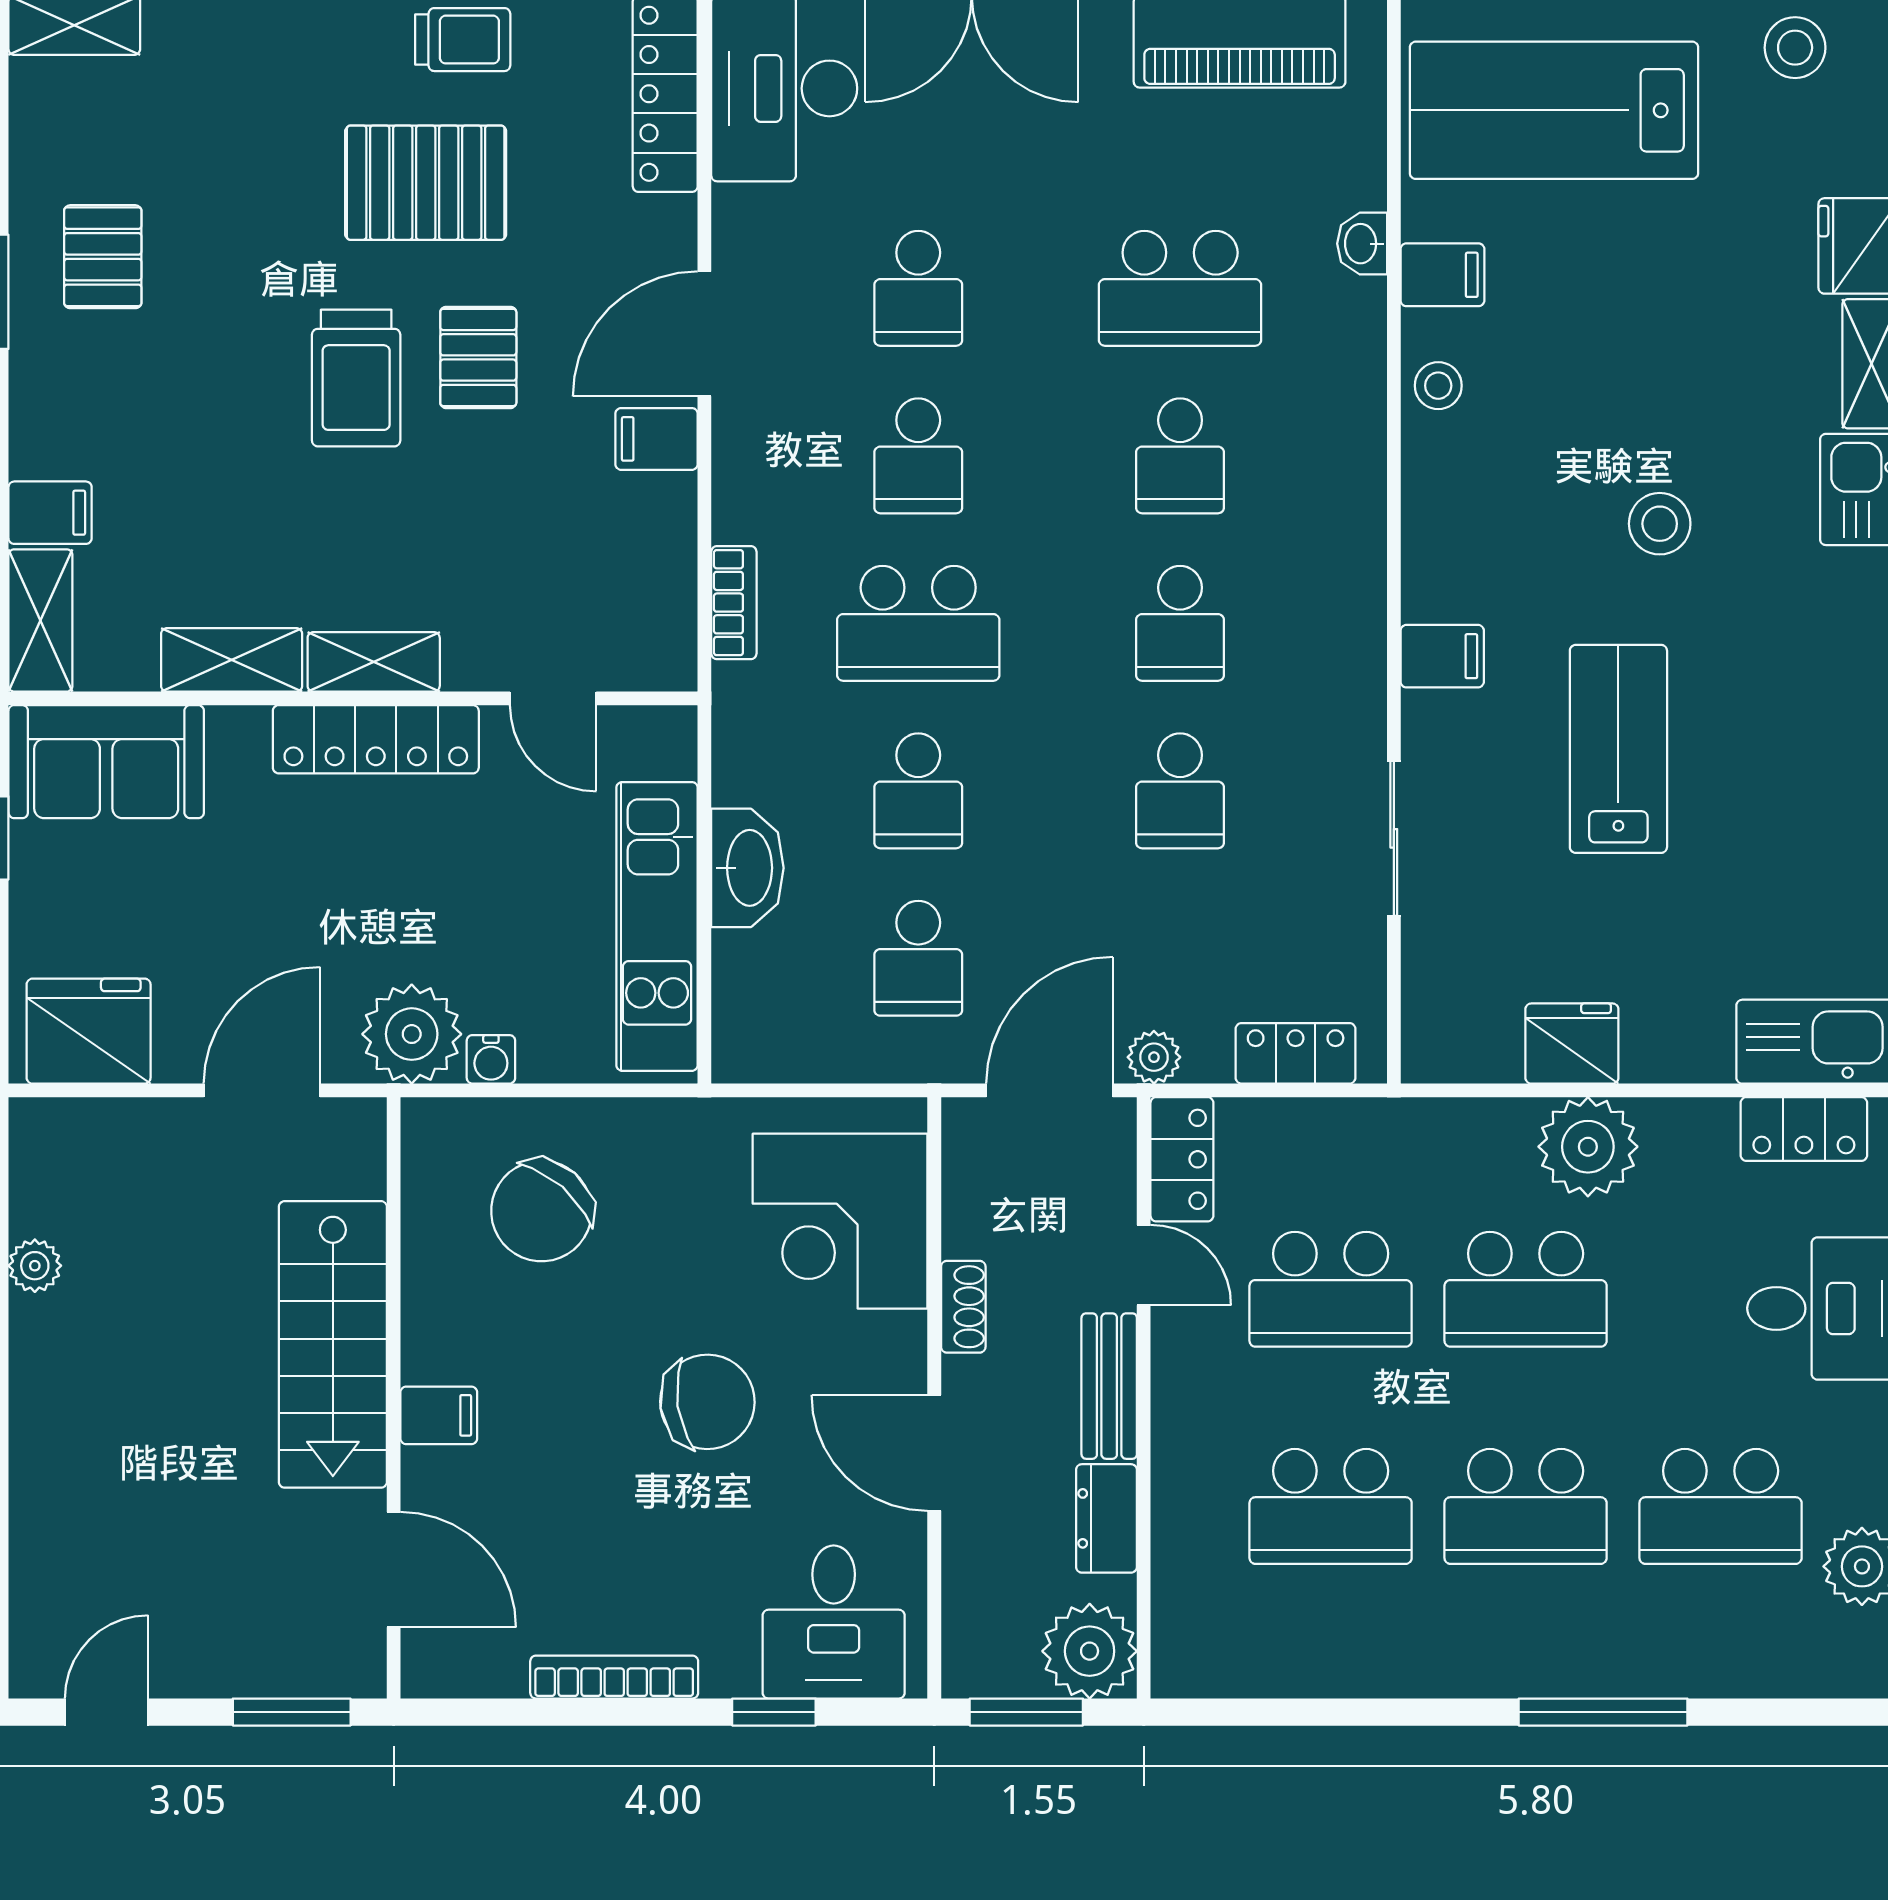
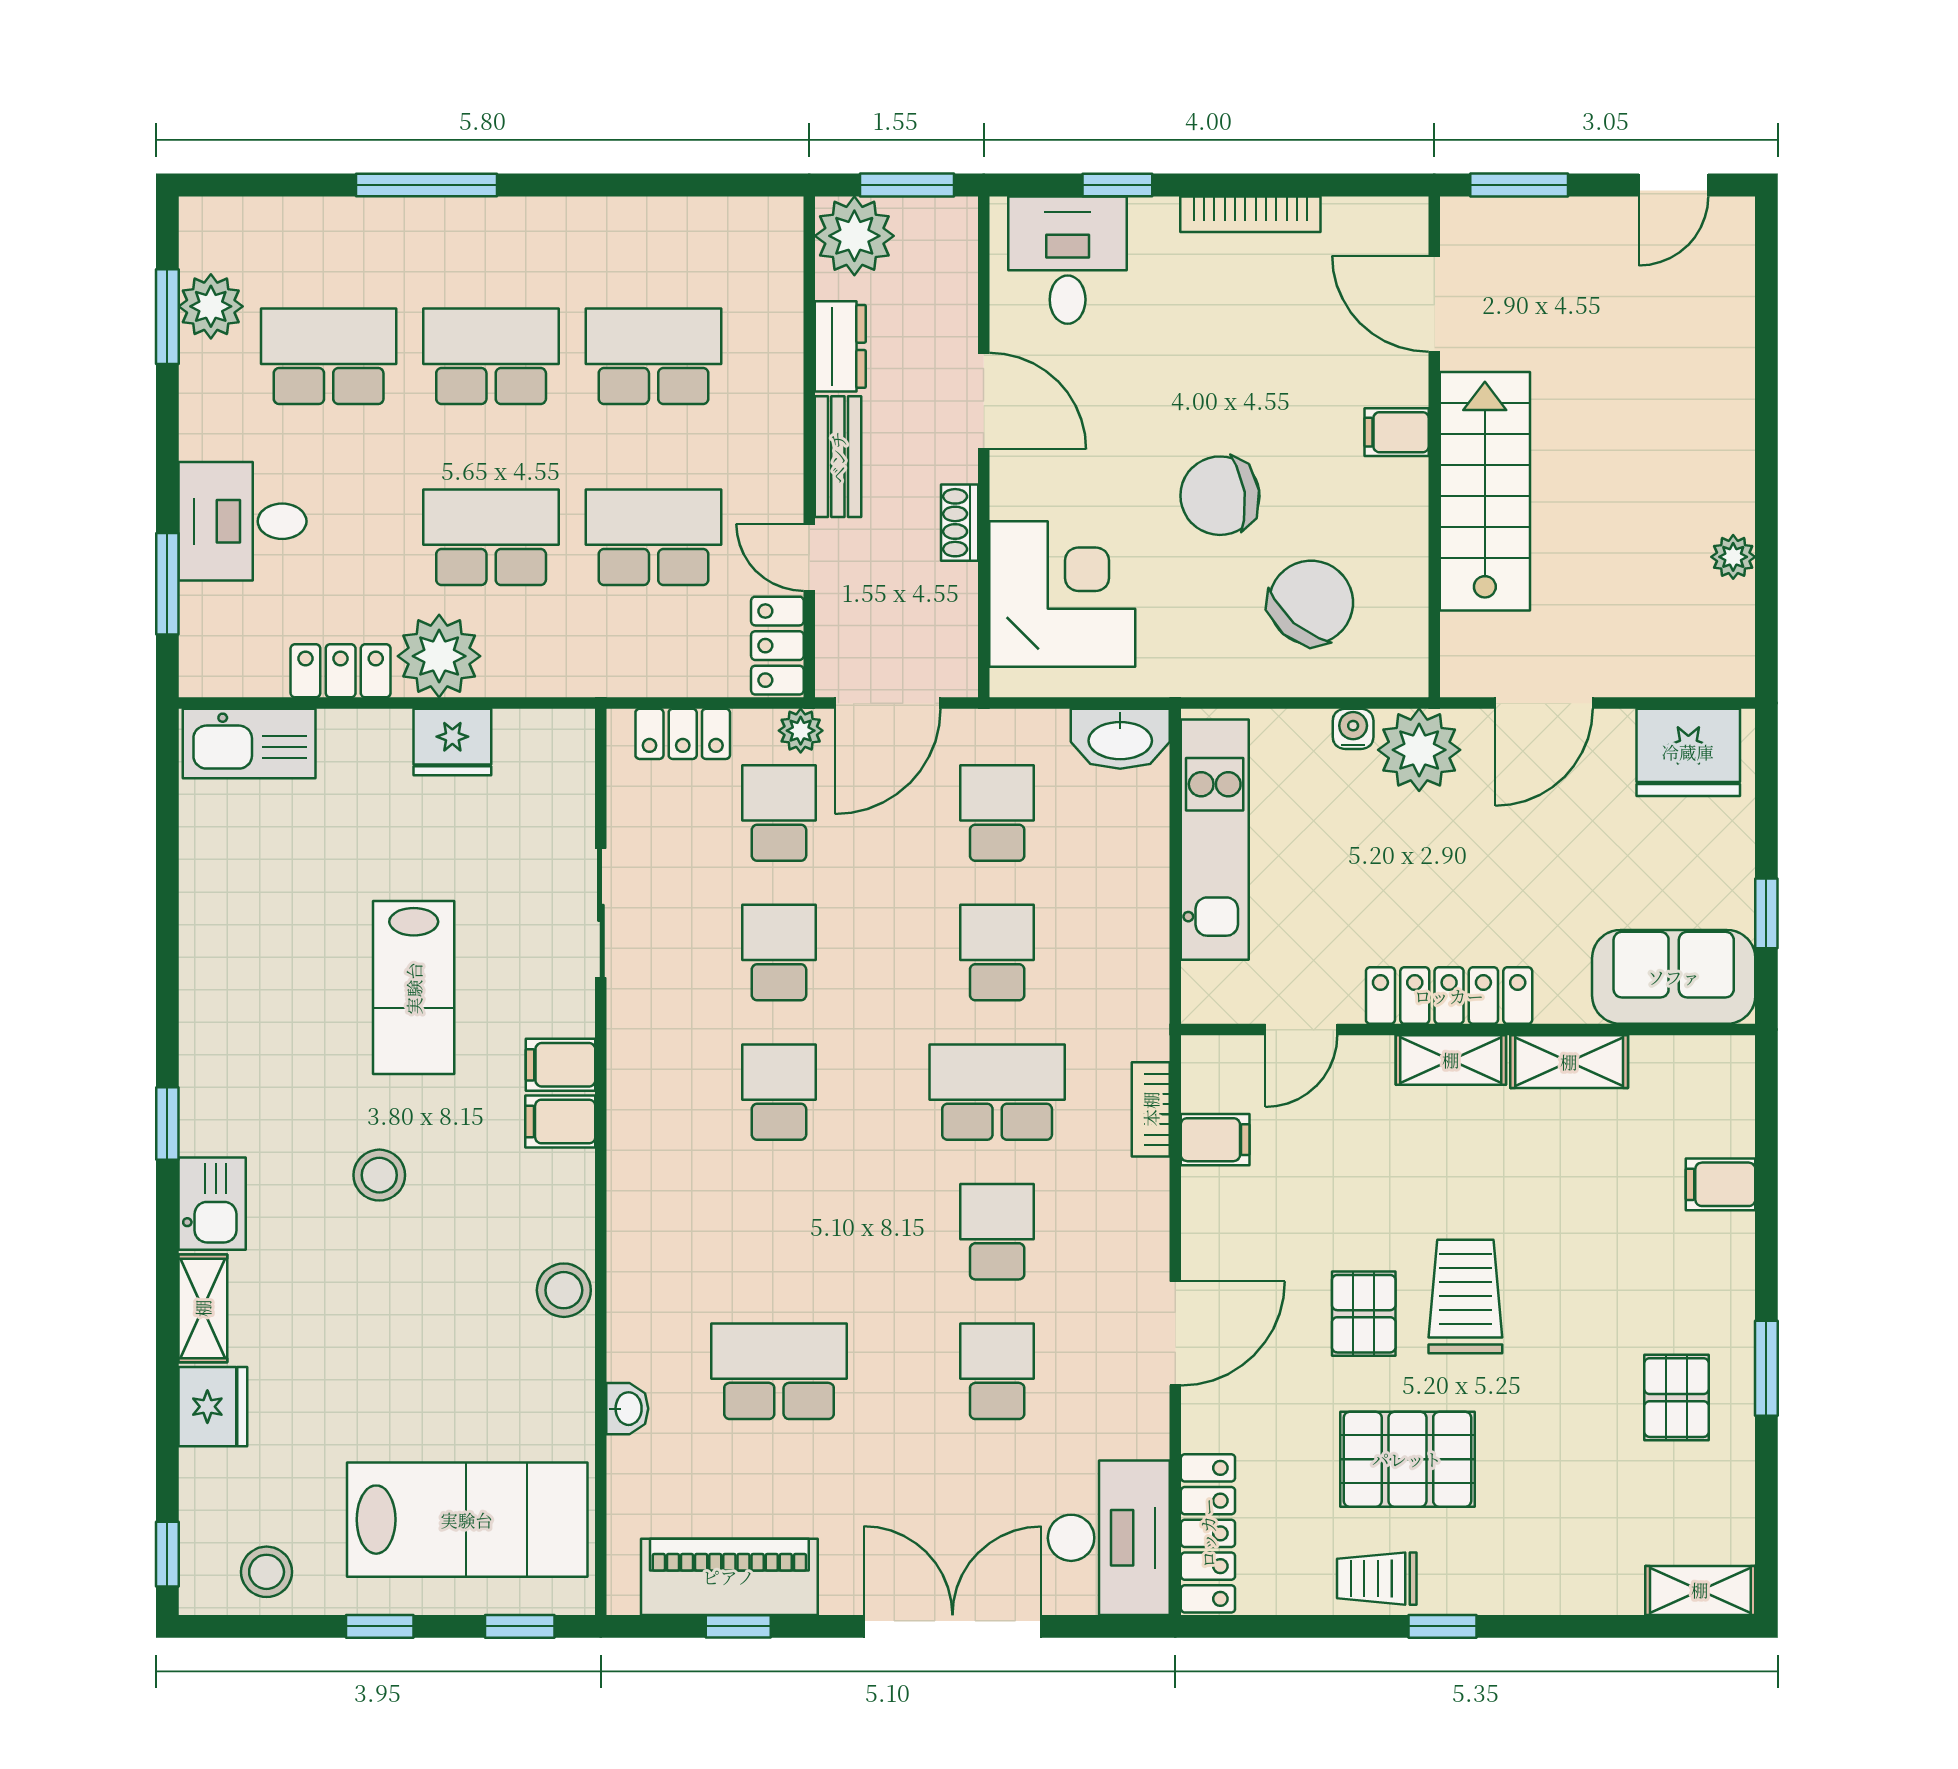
filing cabinet: (1442, 275) -> (560, 1121), moved
stool: (1438, 386) -> (564, 1290), width x1.37, depth x1.37
filing cabinet: (657, 439) -> (1215, 1140), moved
school desk: (1180, 456) -> (779, 813), moved
shelving: (40, 620) -> (1728, 1095), removed
door: (553, 698) -> (1301, 1030), swing flipped
washbasin: (747, 868) -> (1120, 739), moved, turned -90
locker: (1804, 1129) -> (341, 671), moved
chair: (707, 1402) -> (1220, 496), moved

